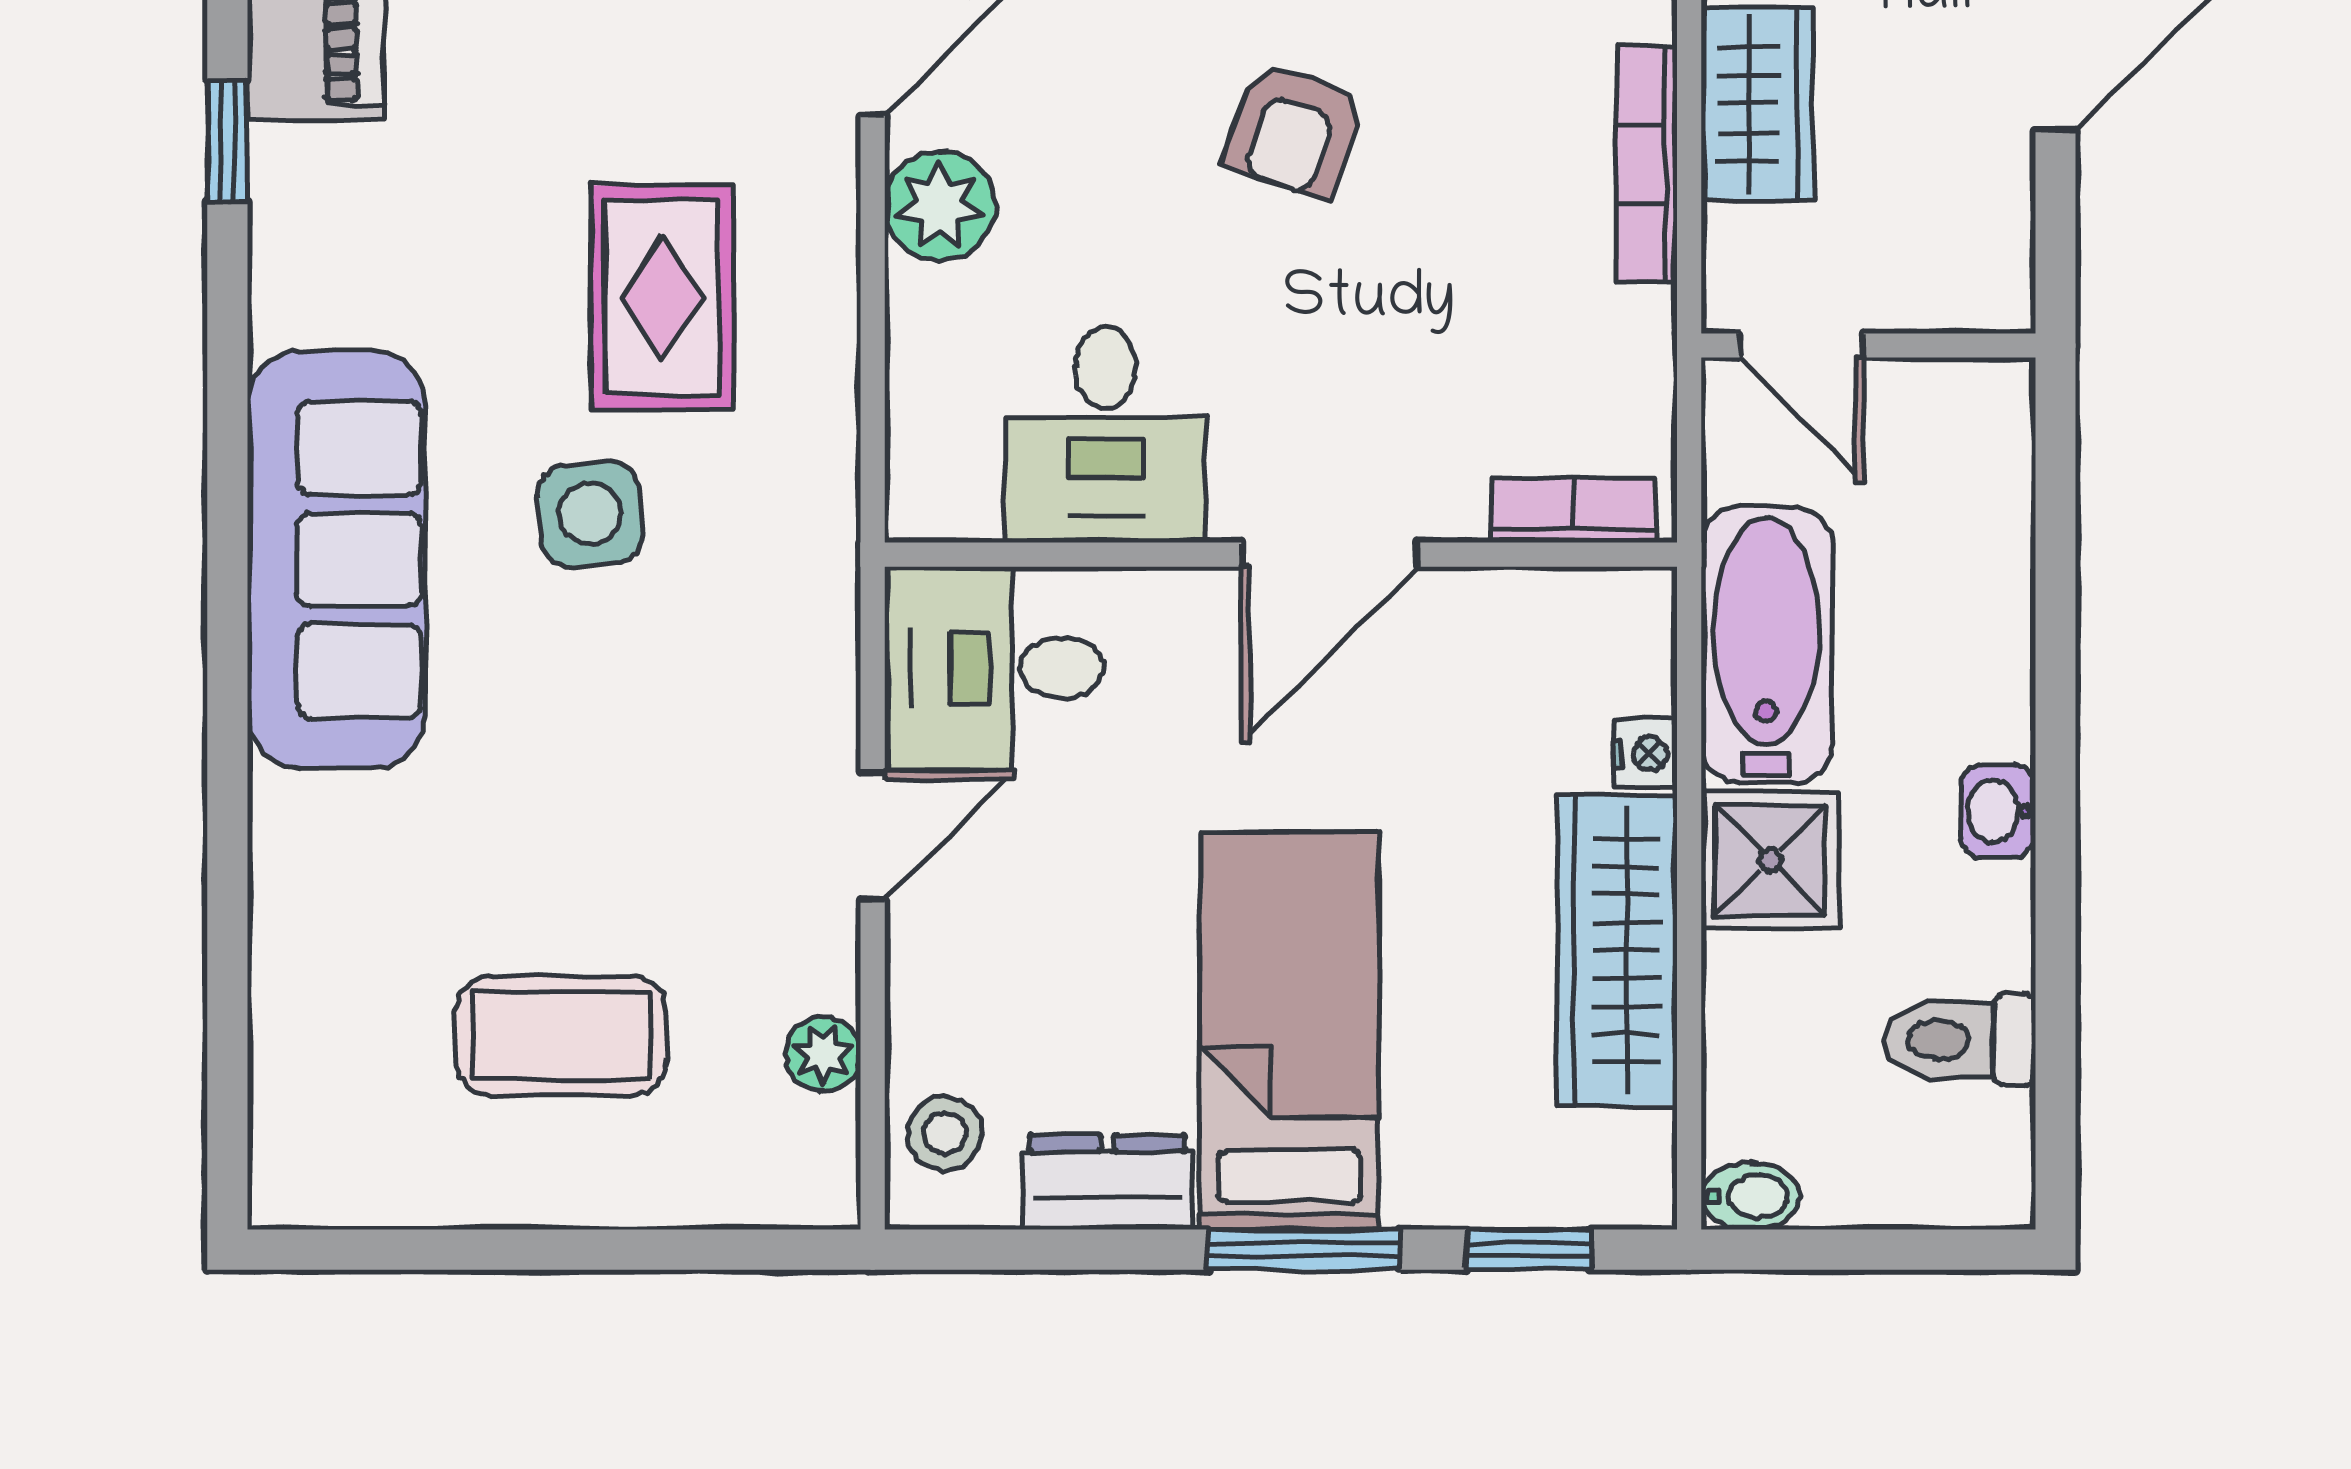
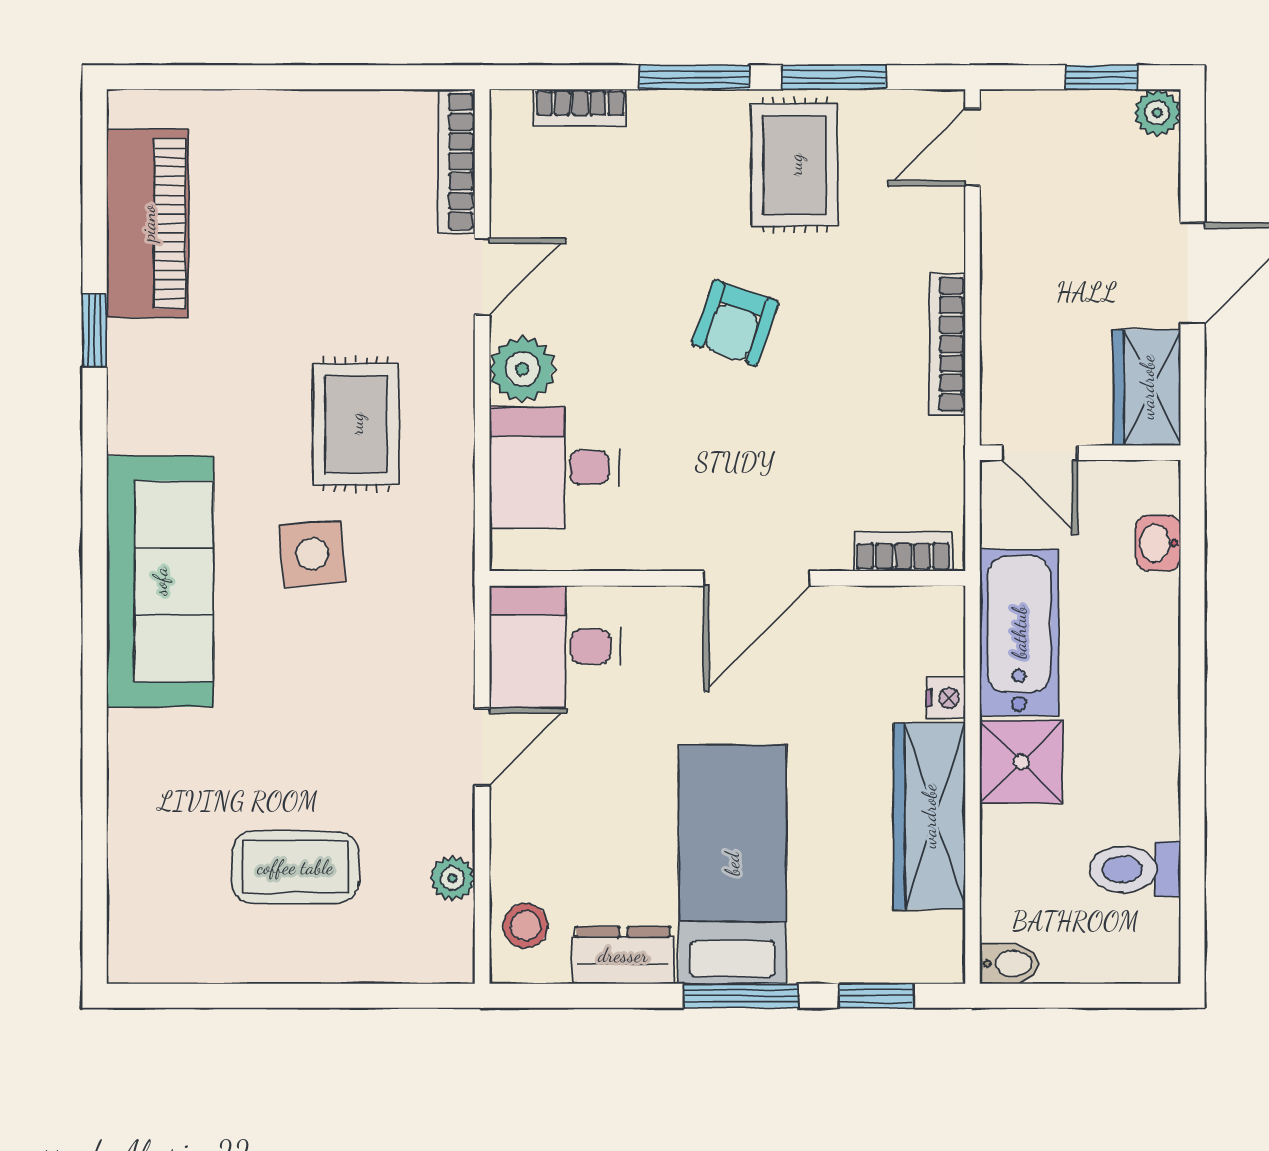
wardrobe: (1757, 104) -> (1147, 387), moved, turned 180
desk: (1106, 434) -> (554, 467), moved, turned 90
washbasin: (1998, 811) -> (1158, 543), moved

